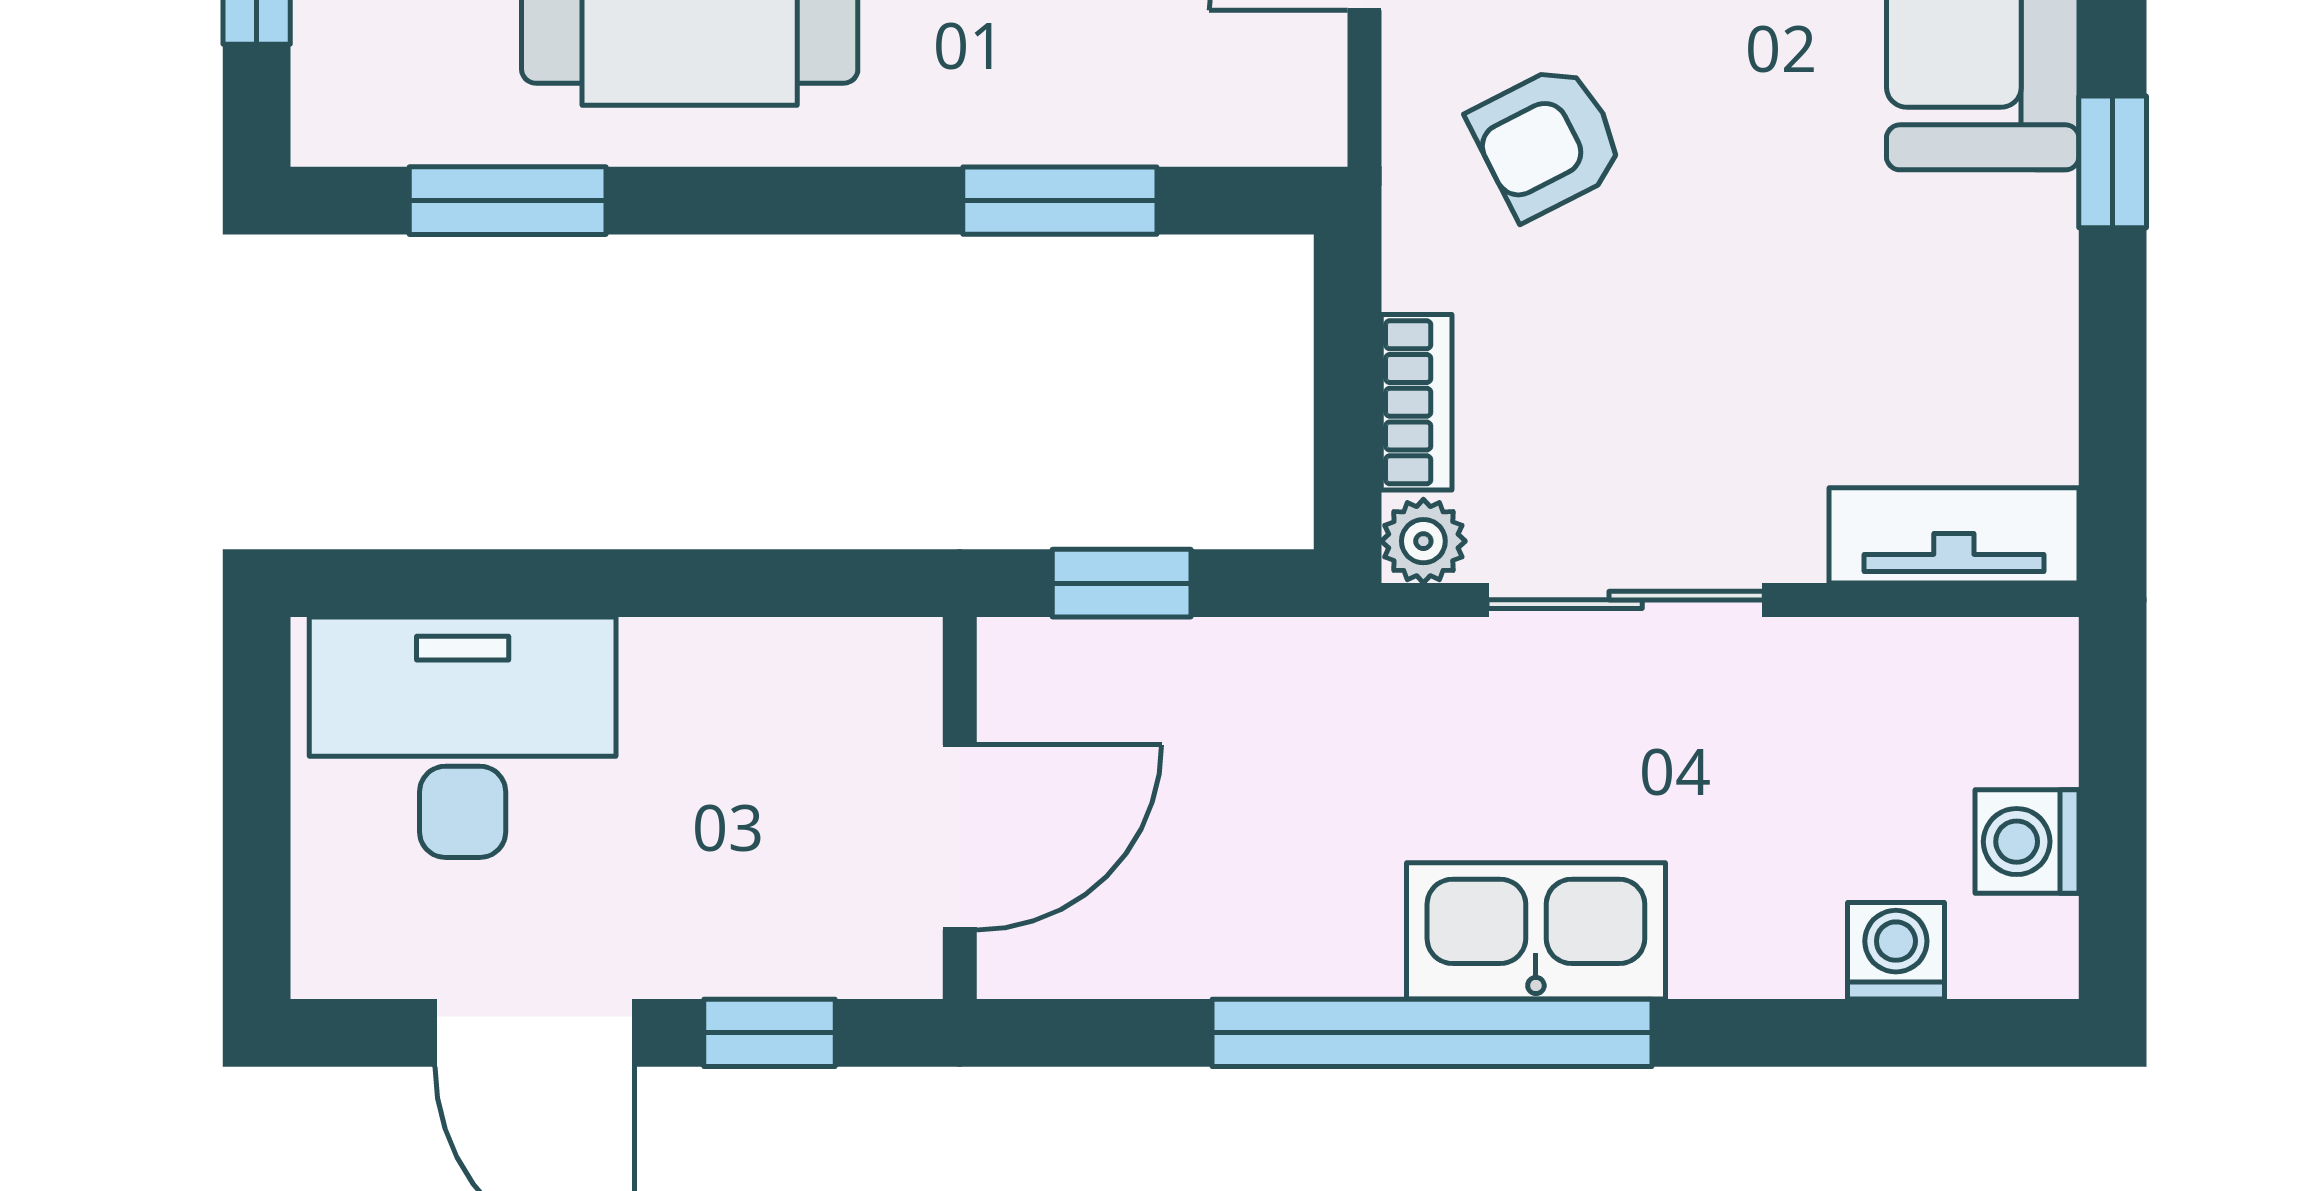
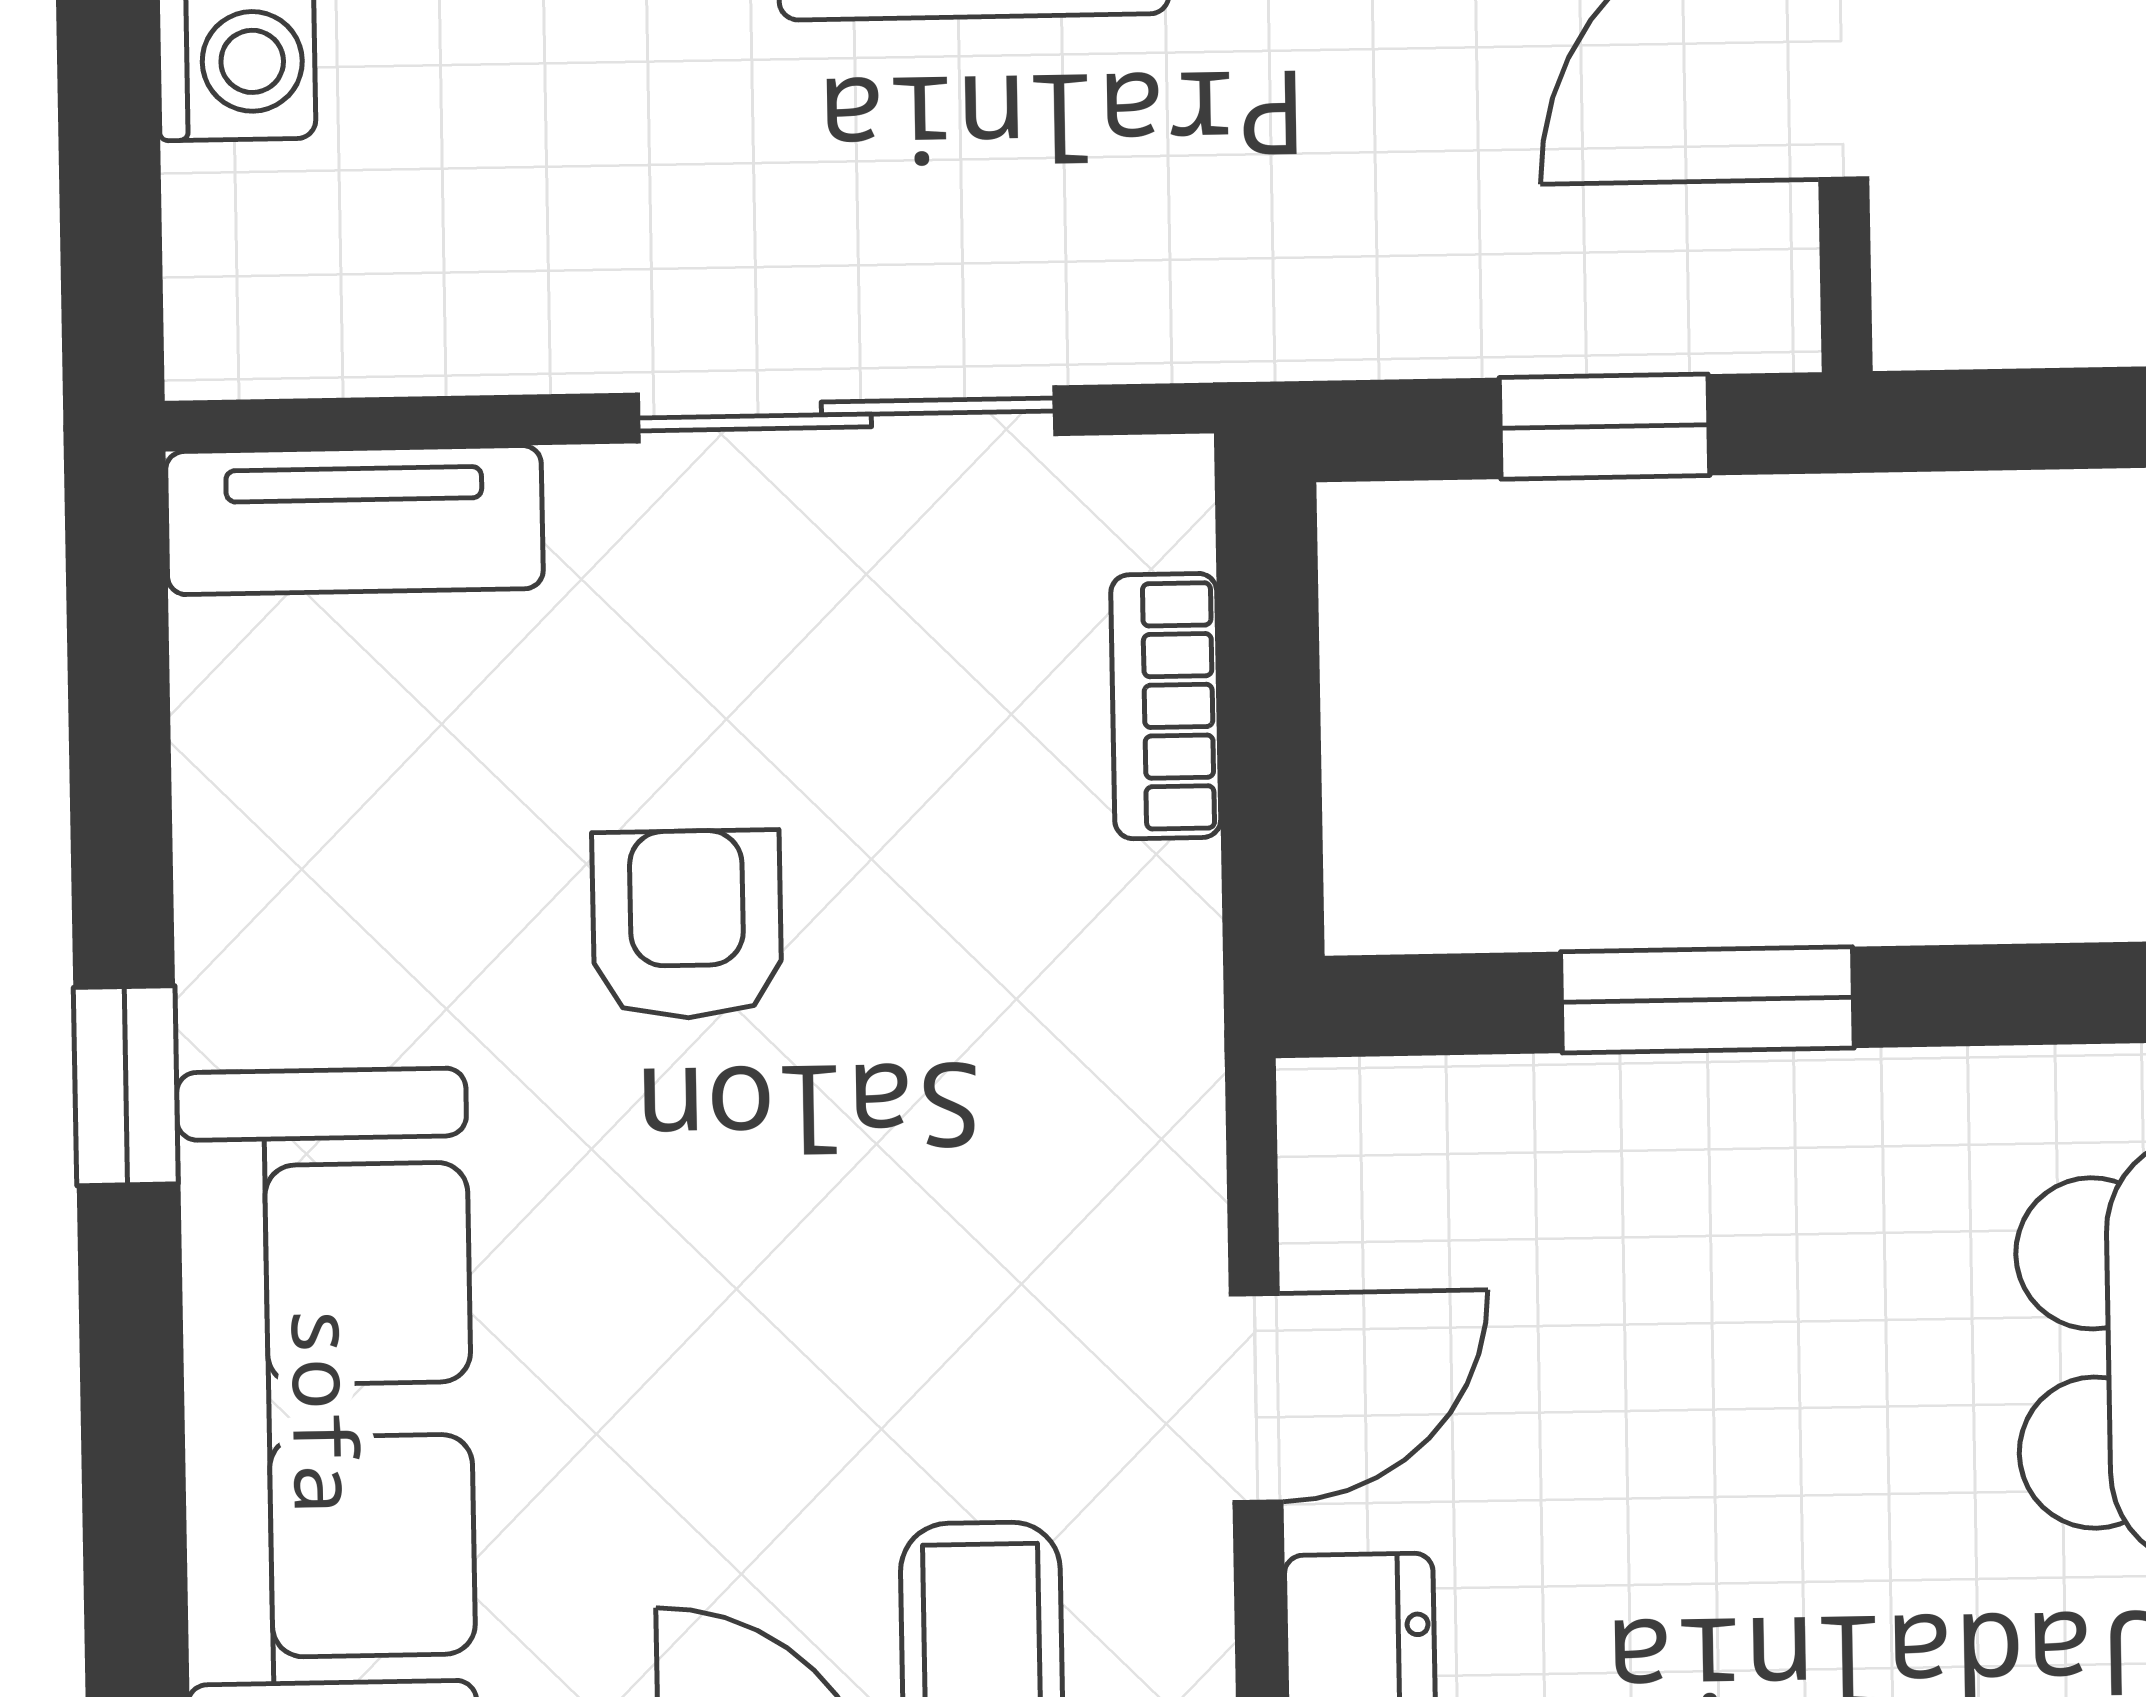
armchair: (1547, 141) -> (687, 924), moved, turned -63
plant: (1423, 541) -> (1152, 498), removed

